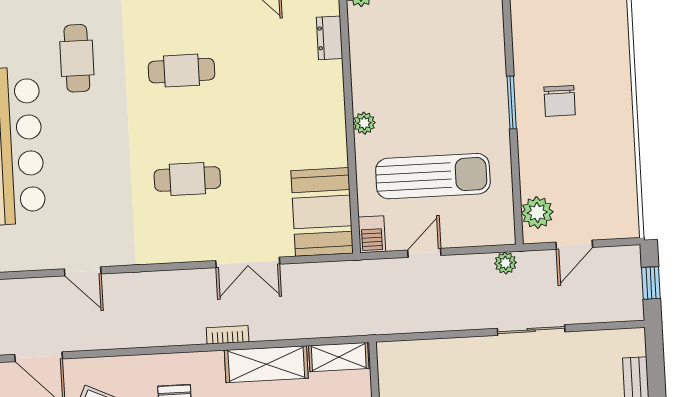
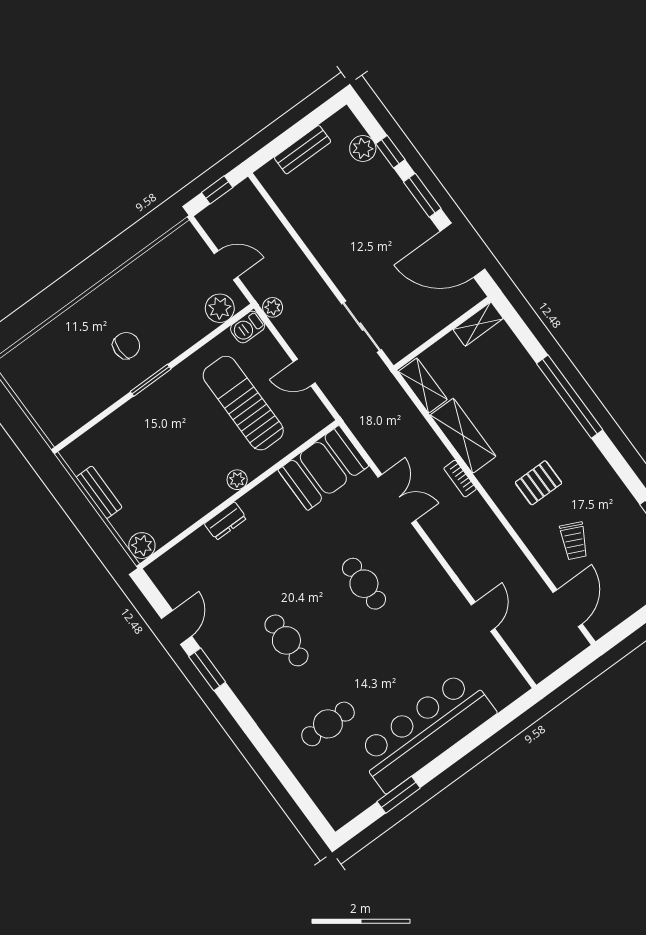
dresser: (330, 38) -> (226, 521), moved
barbecue: (372, 234) -> (248, 327), moved, turned 180
sliding door: (531, 330) -> (362, 327), moved

